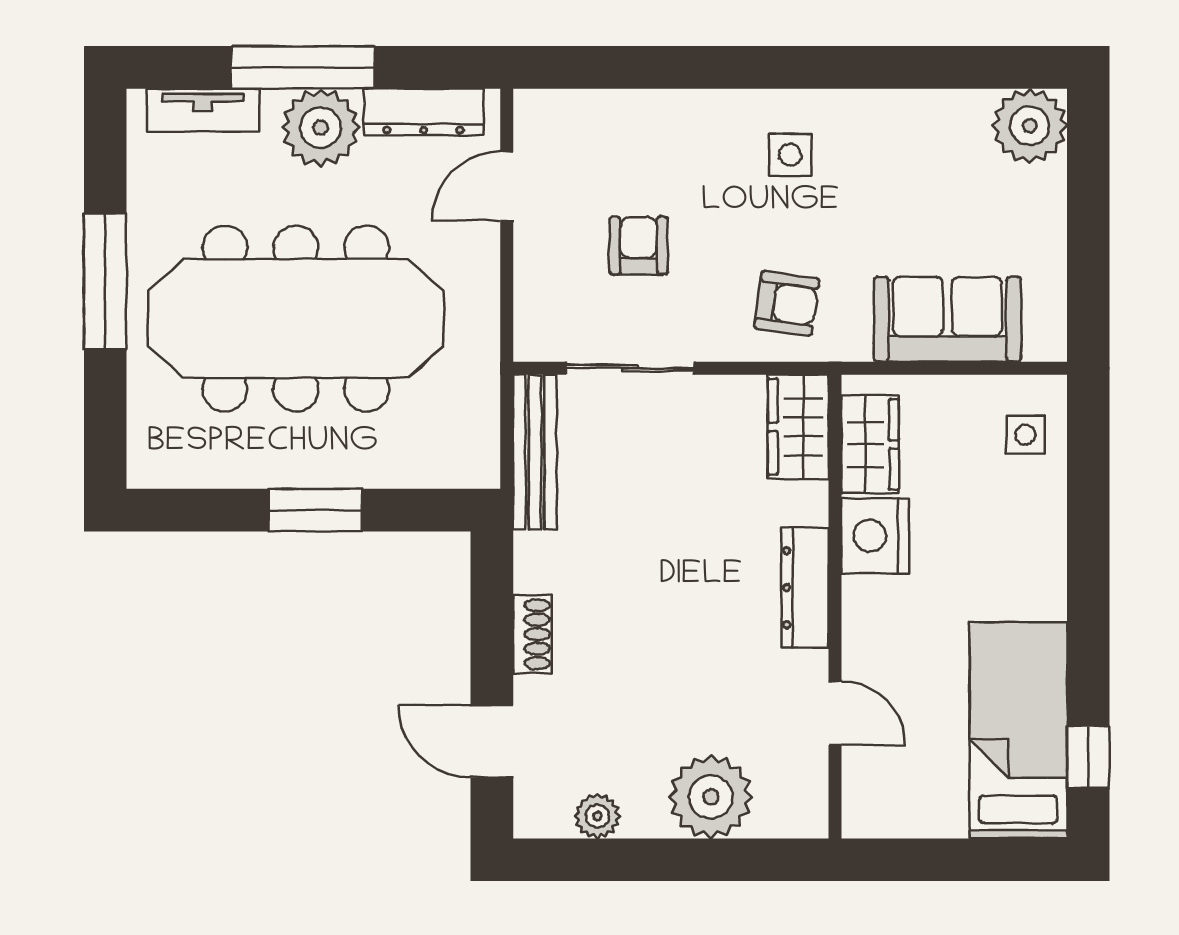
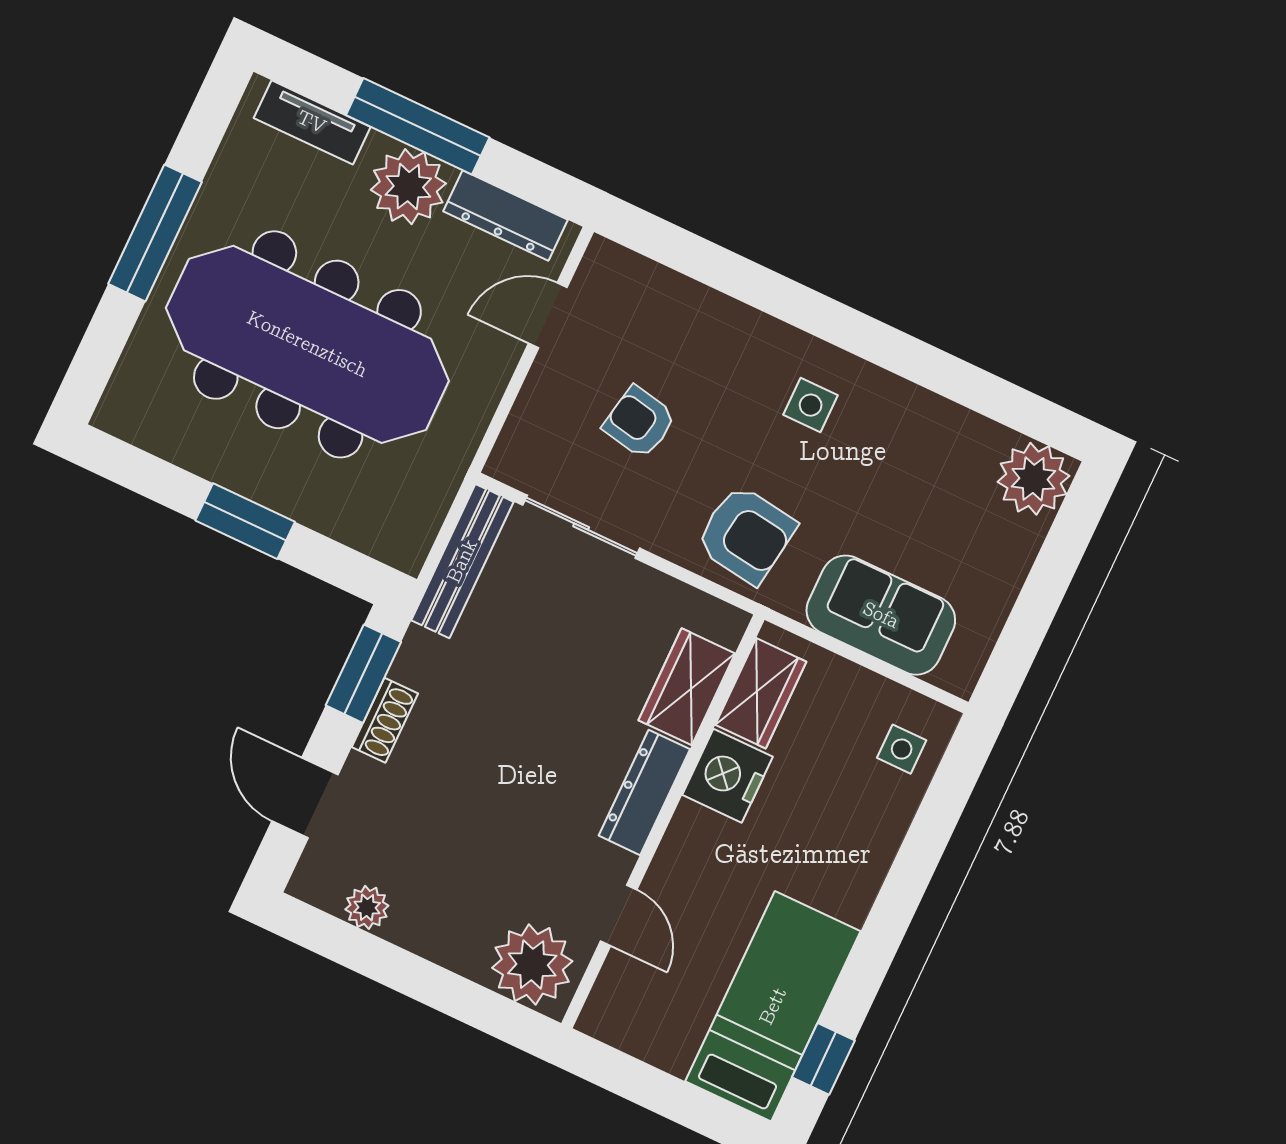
armchair: (639, 246) -> (639, 422), turned -79
armchair: (787, 303) -> (746, 535), width x1.38, depth x1.38
wardrobe: (798, 427) -> (687, 687), moved
window: (492, 600) -> (363, 674), added
plant: (711, 797) -> (532, 965), moved

